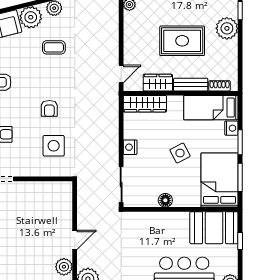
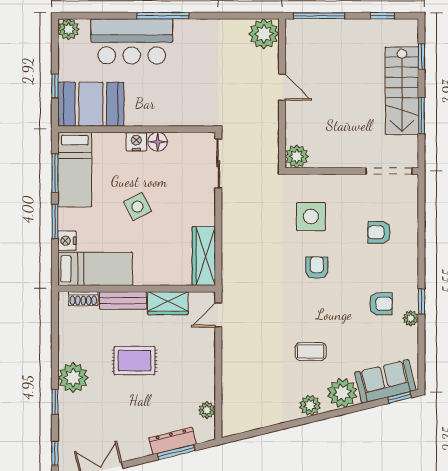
rug: (182, 41) -> (135, 361), width x0.73, depth x0.70
wardrobe: (145, 104) -> (204, 256), moved, turned -90
nightstand: (130, 147) -> (136, 142), moved, turned -90
bed: (220, 180) -> (75, 170), width x0.67
door: (75, 240) -> (282, 87), swing flipped
plant: (64, 267) -> (297, 156), moved

